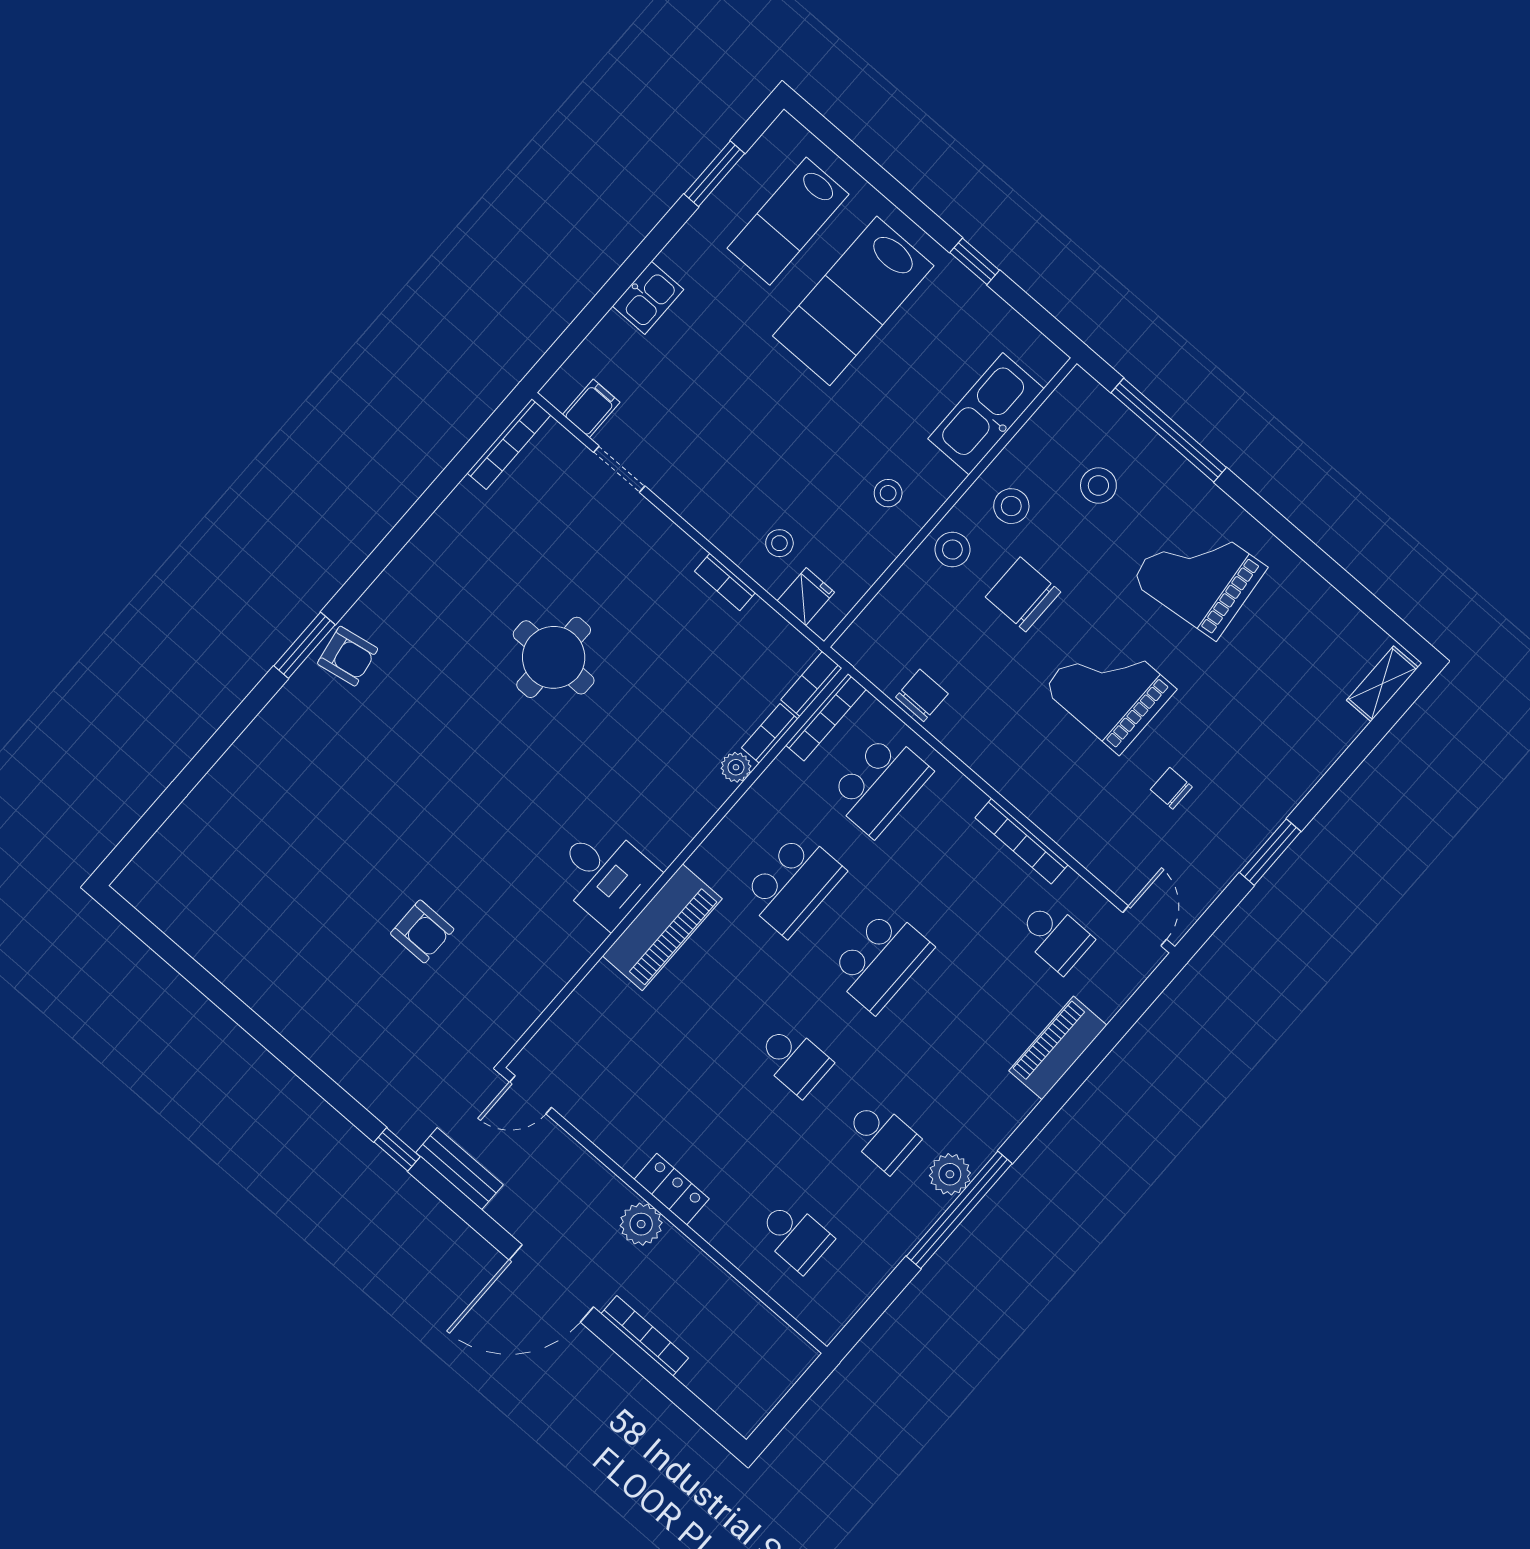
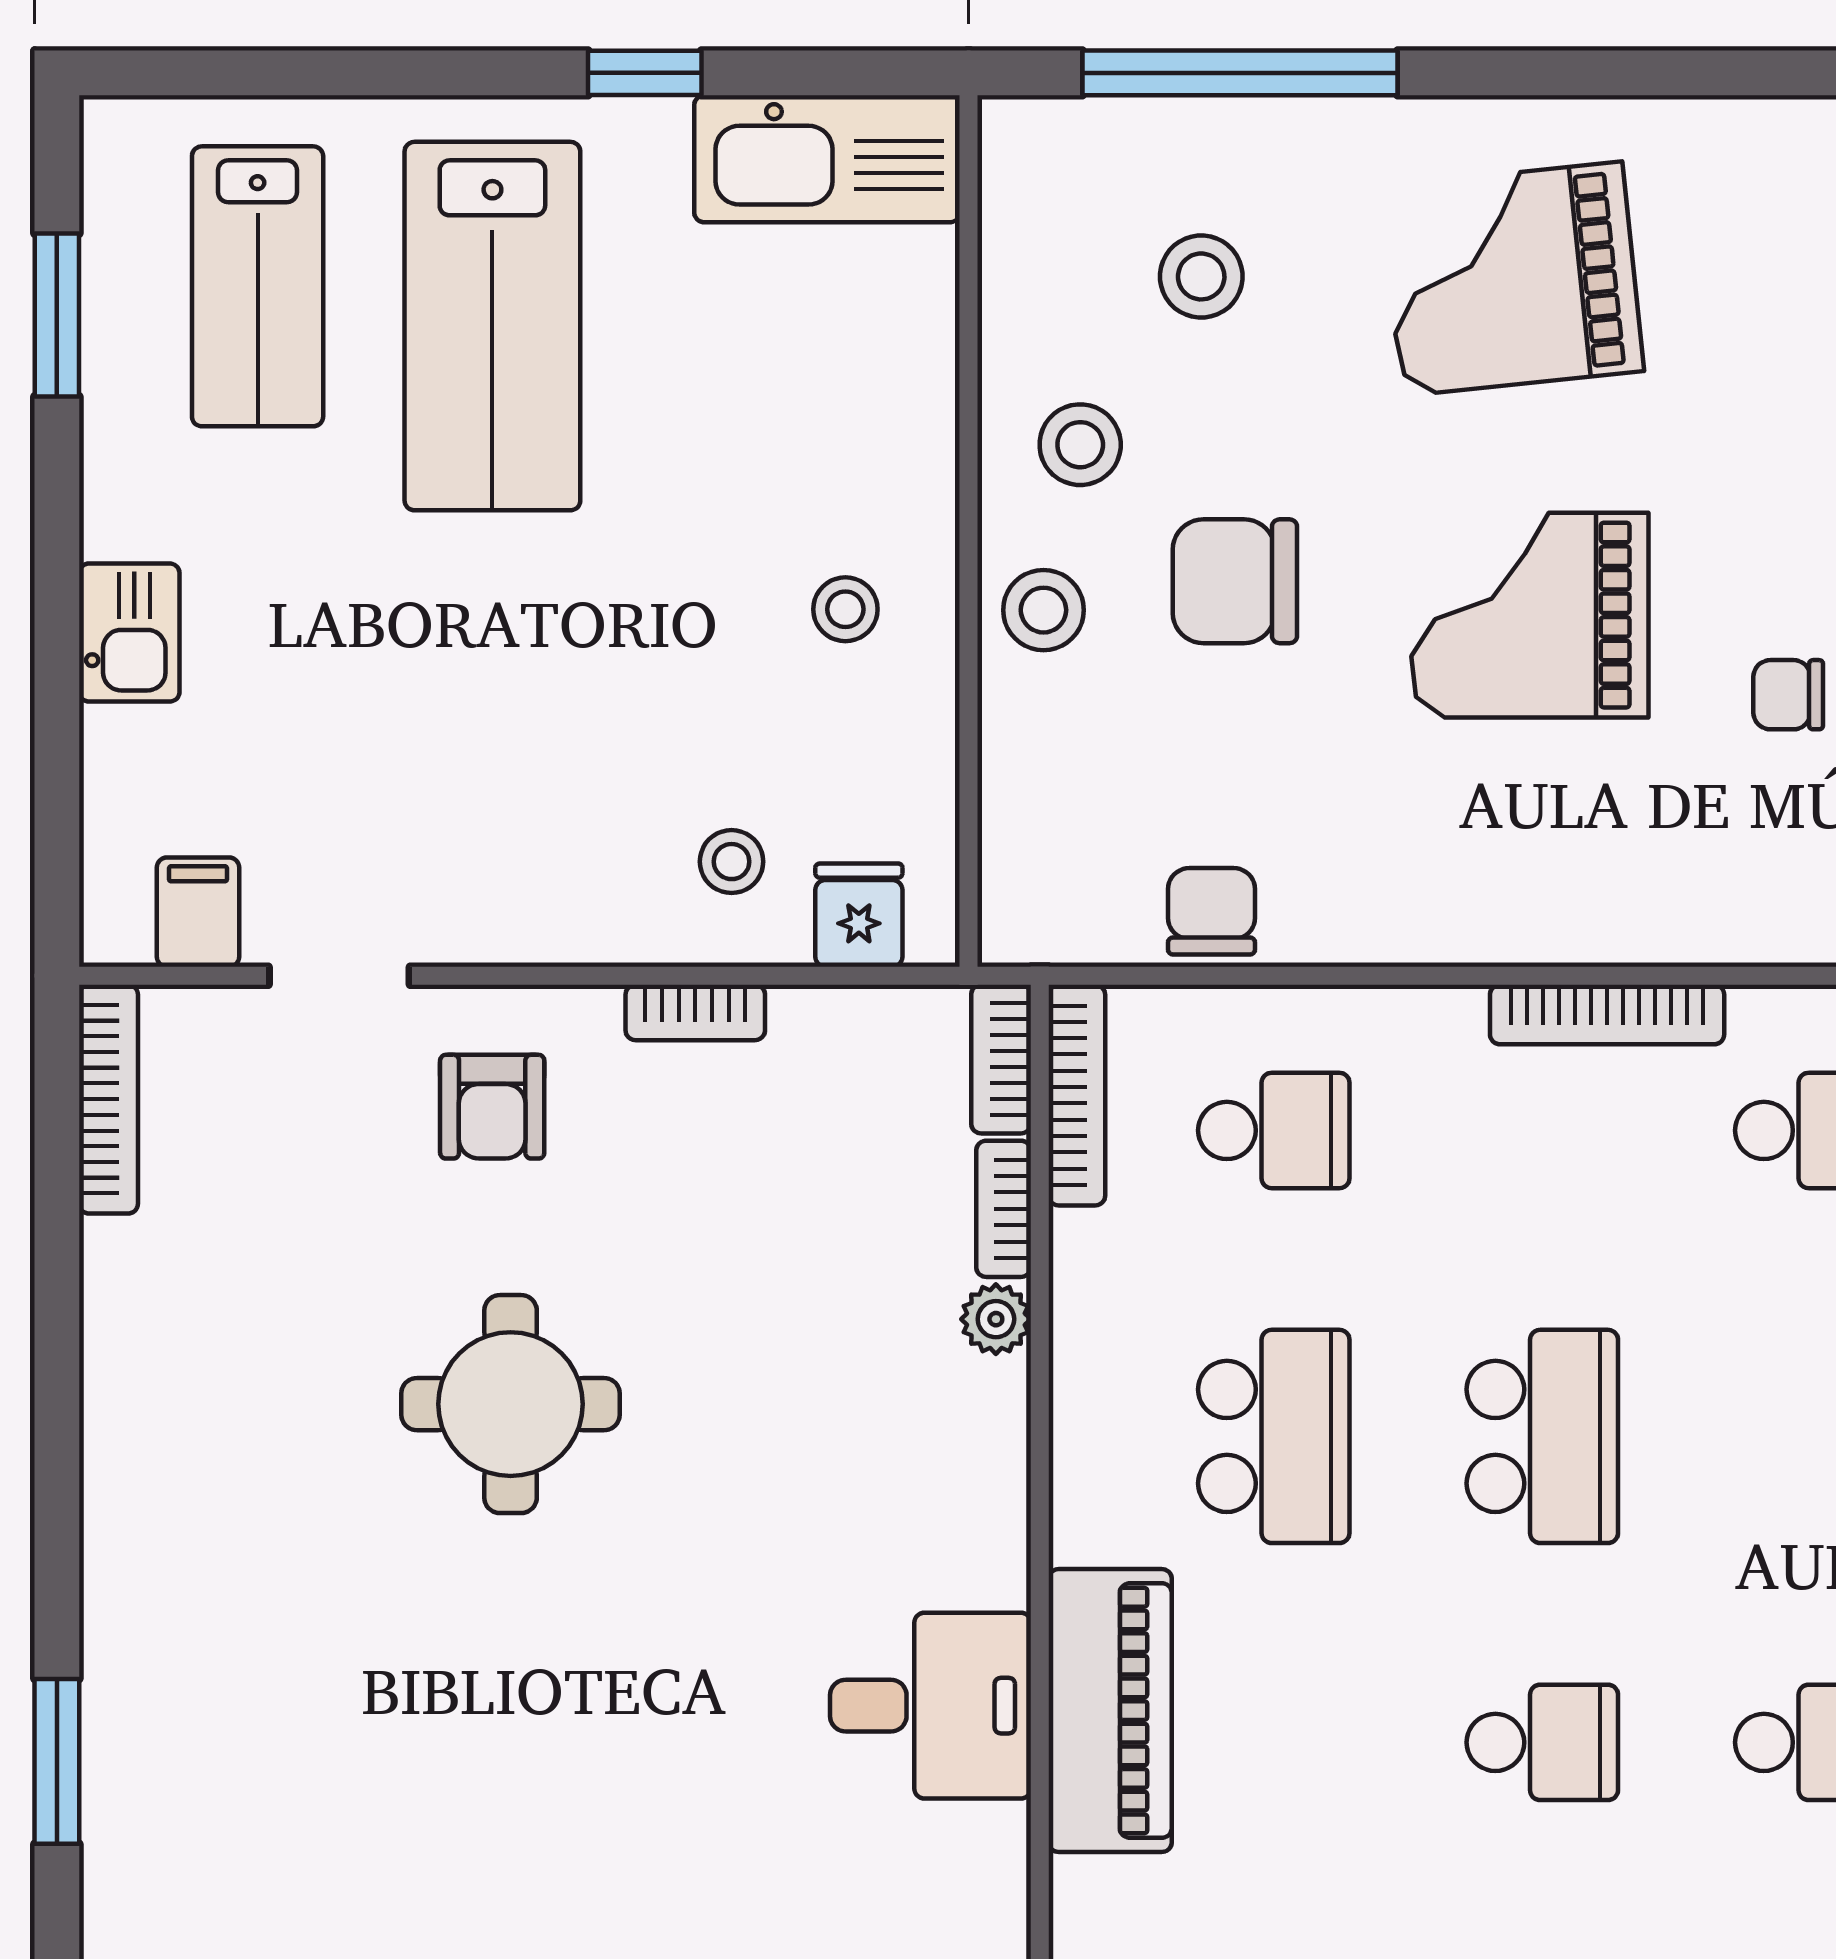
kitchen sink: (986, 414) -> (827, 159), moved, turned -90
armchair: (348, 656) -> (492, 1107), moved, turned 100
school desk: (880, 784) -> (1274, 1130), width x0.54

